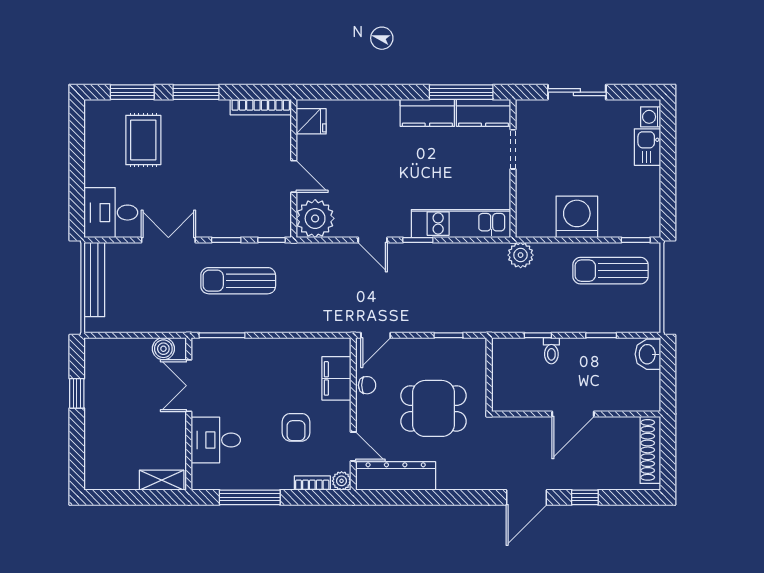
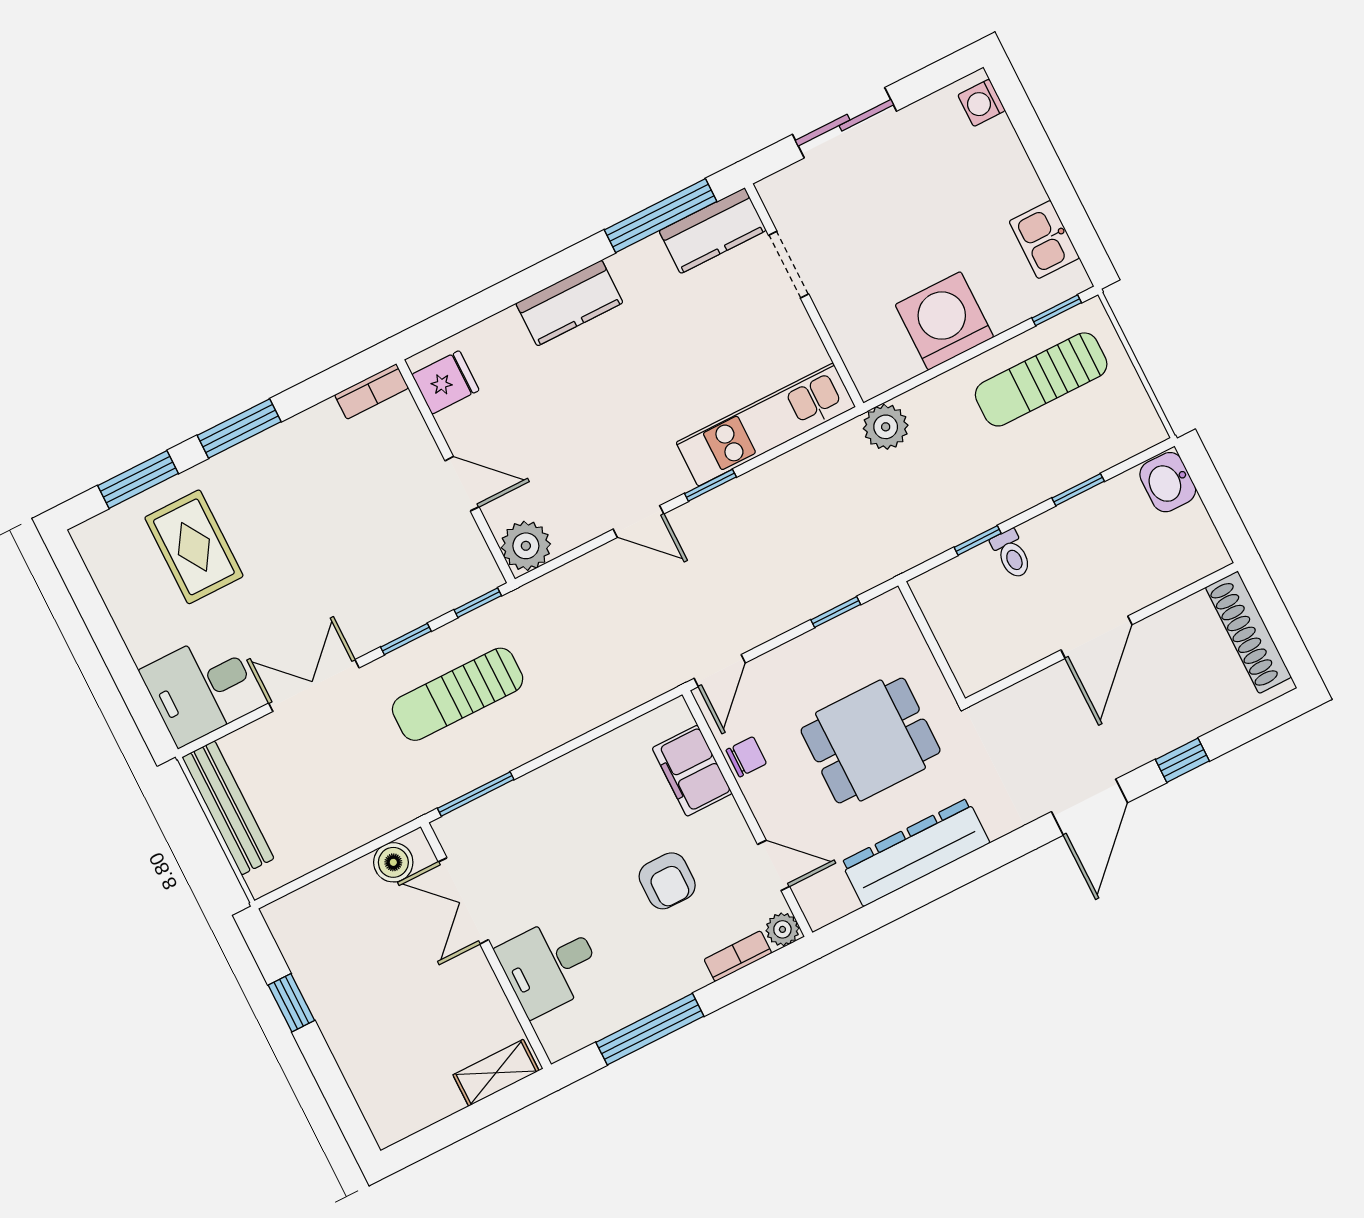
bookcase: (261, 107) -> (372, 391), width x0.64
kitchen counter: (427, 113) -> (569, 303), moved
kitchen sink: (648, 147) -> (1044, 240), moved
plant: (315, 218) -> (526, 546), width x0.73, depth x0.73
dresser: (396, 476) -> (915, 852), moved

